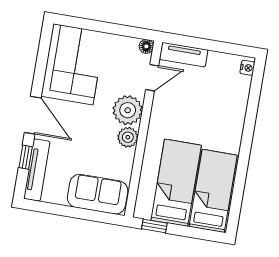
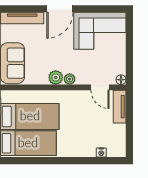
nightstand: (247, 68) -> (101, 152), moved
plant: (128, 110) -> (70, 79), width x0.53, depth x0.53
window: (26, 157) -> (30, 9), removed

